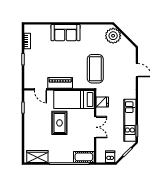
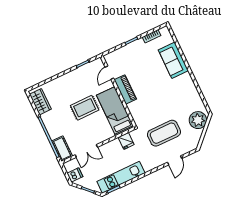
sofa: (66, 33) -> (173, 60), moved
coffee table: (95, 69) -> (164, 133), moved
double door: (95, 127) -> (86, 151), moved

